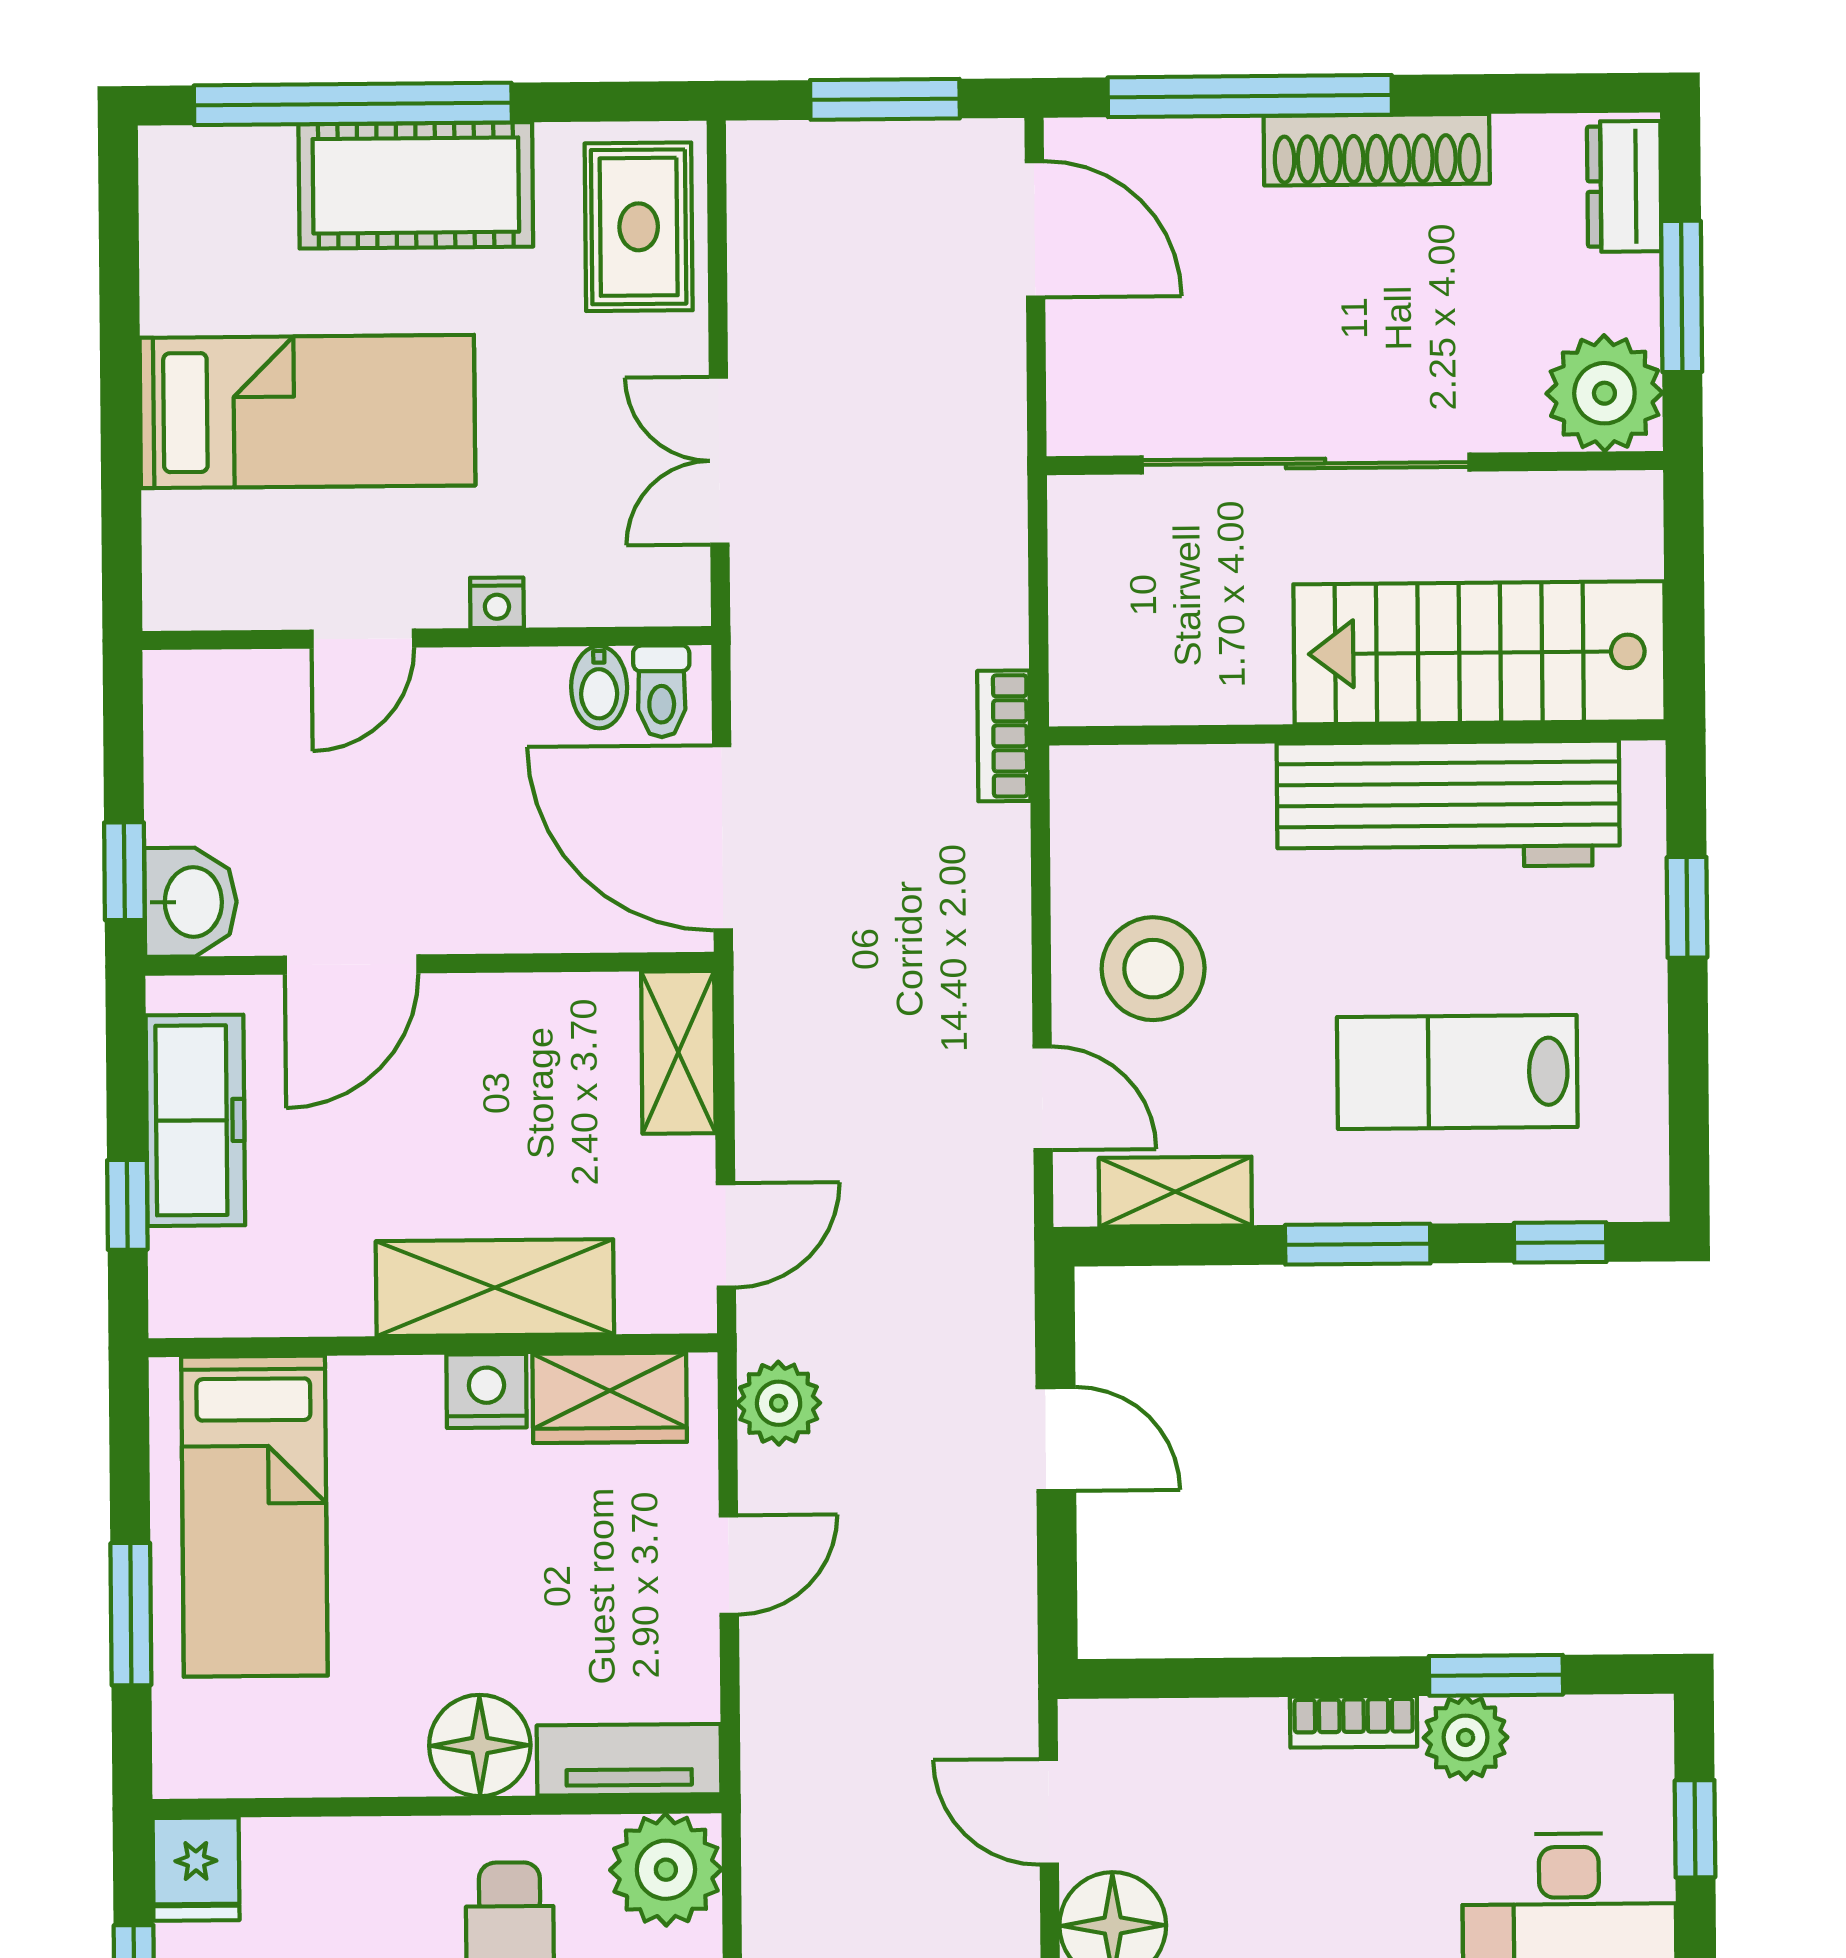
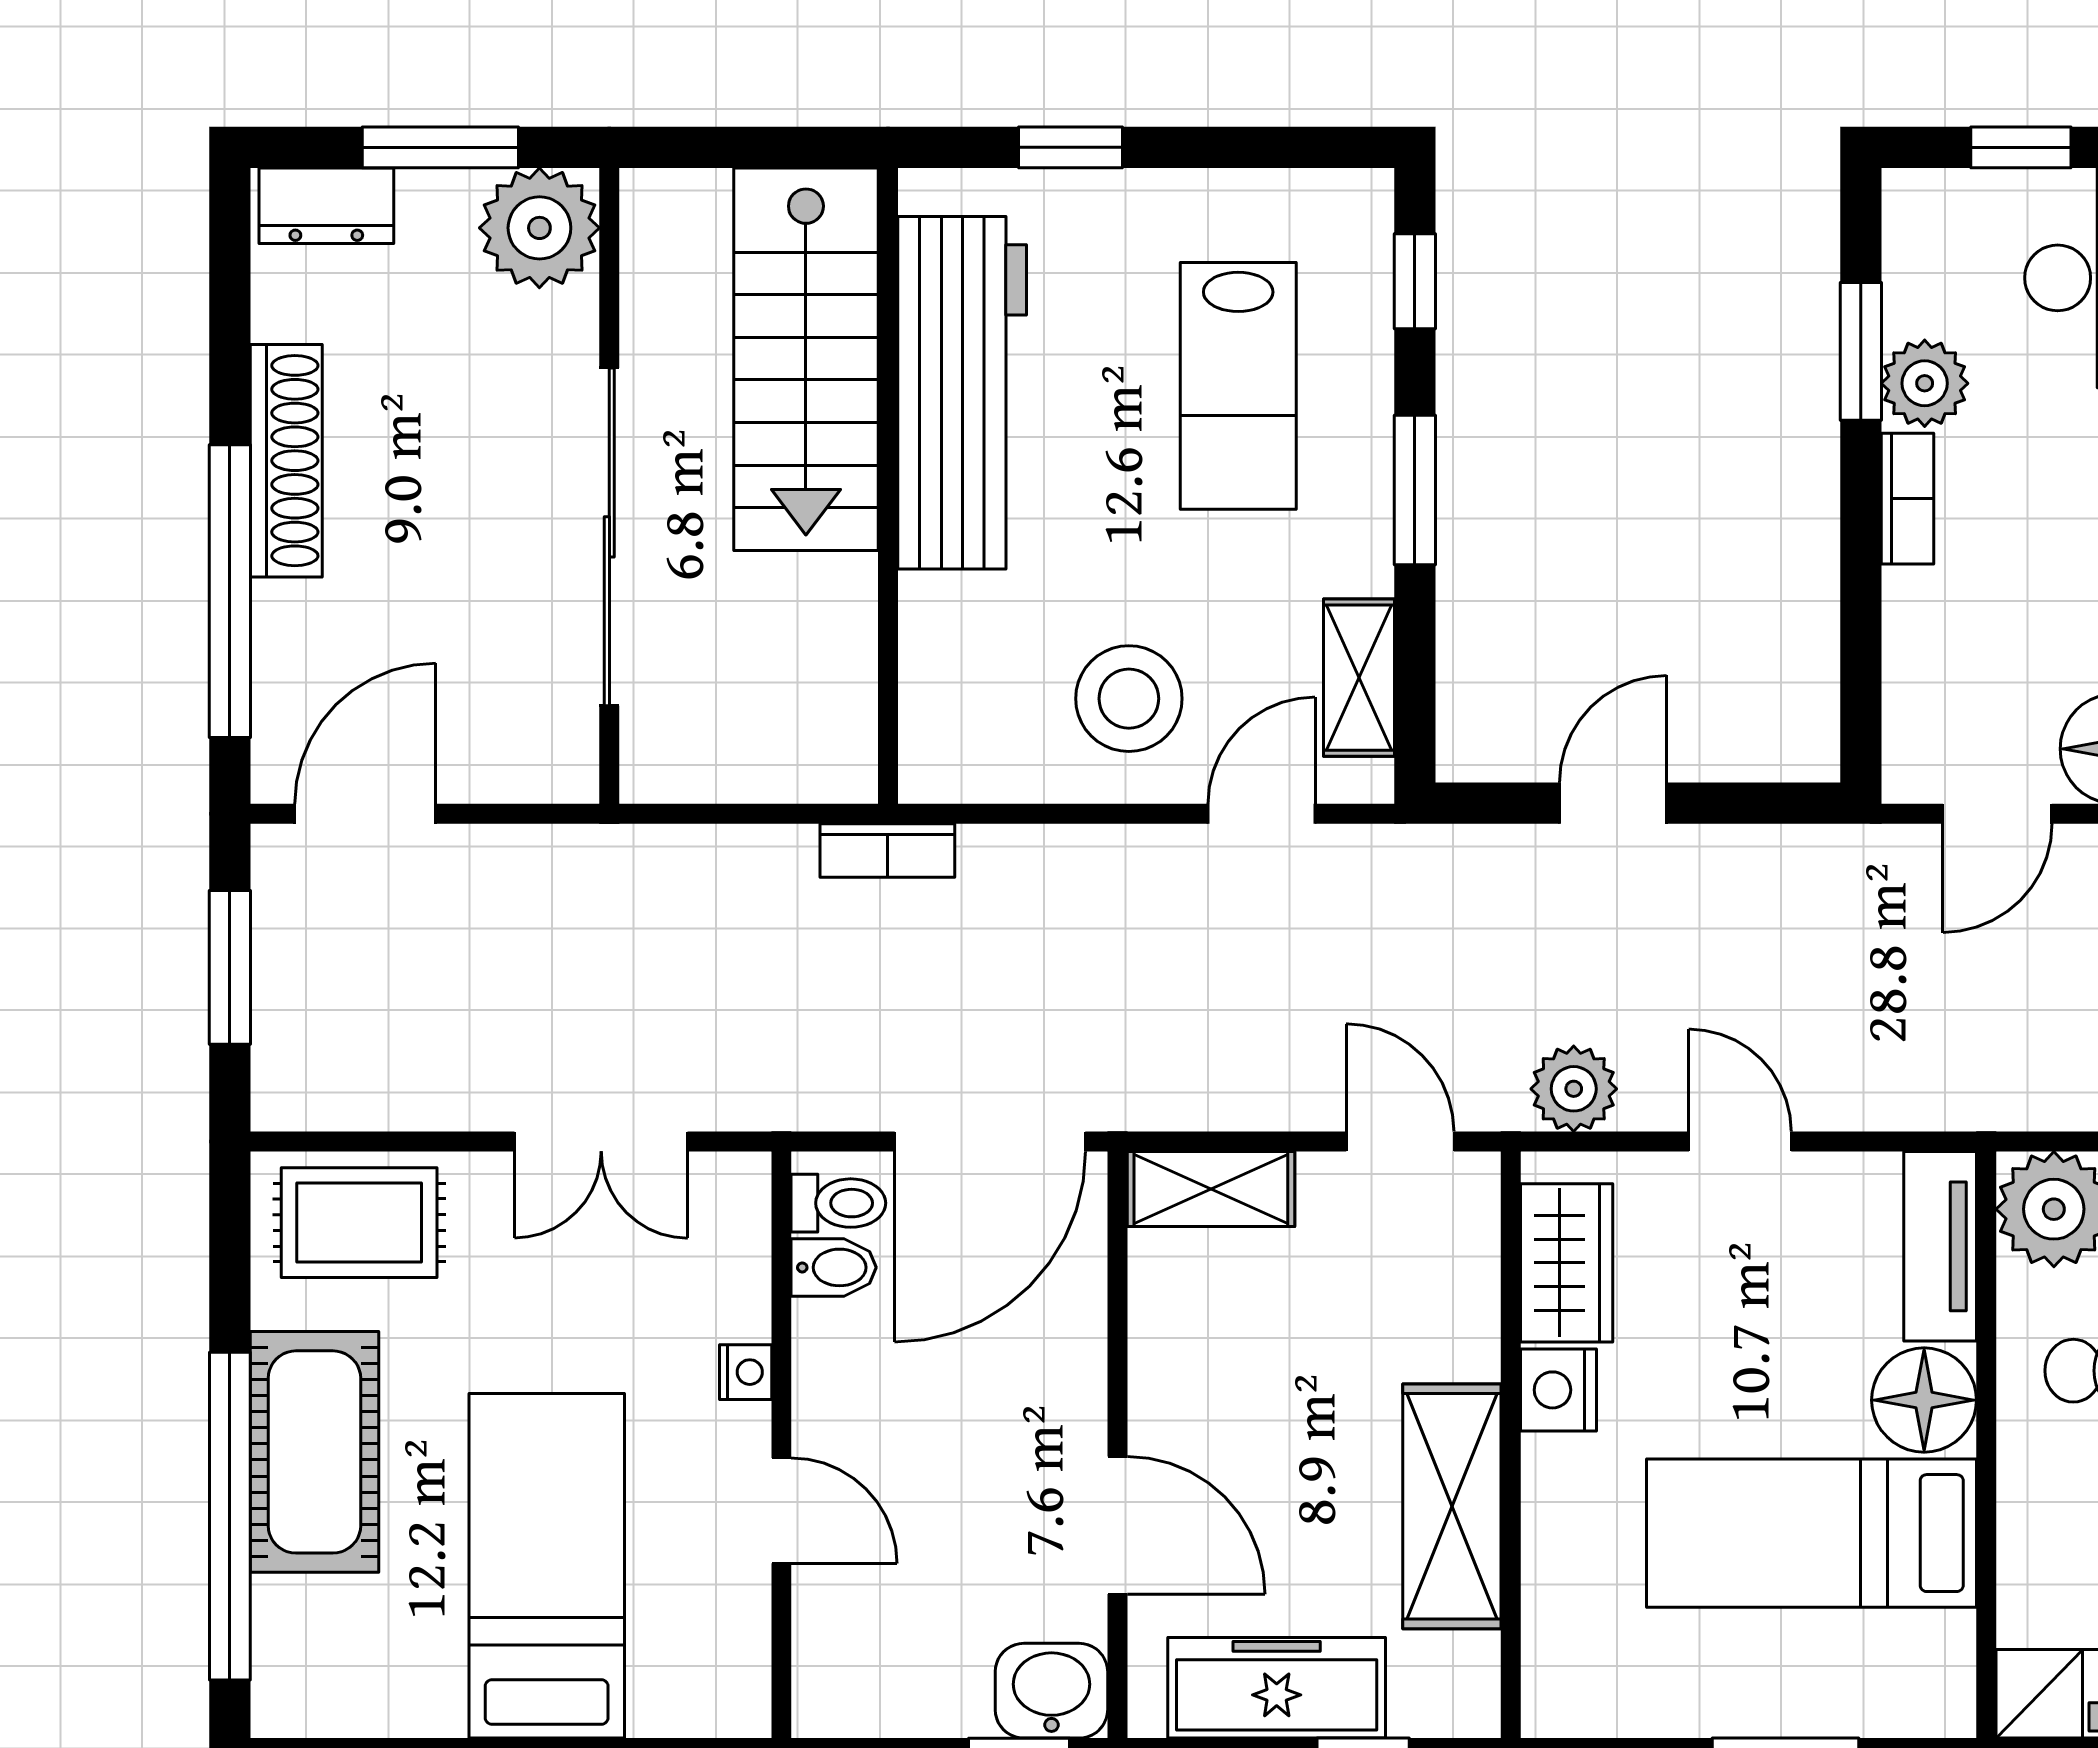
shelving: (495, 1288) -> (1452, 1506), moved
bed: (254, 1516) -> (1811, 1533), moved, turned 180

